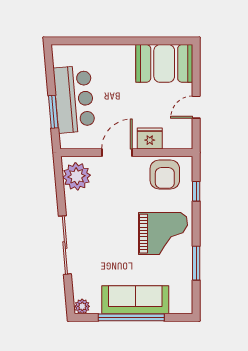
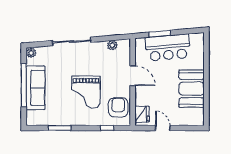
booth: (164, 63) -> (192, 89), moved
fridge: (150, 138) -> (142, 114), moved
armchair: (165, 174) -> (118, 107), turned 90
plant: (77, 176) -> (112, 45), width x0.53, depth x0.53
grand piano: (163, 234) -> (86, 92), moved

